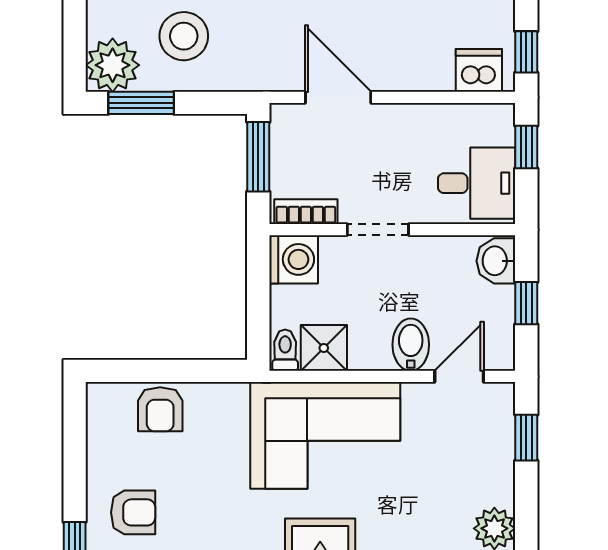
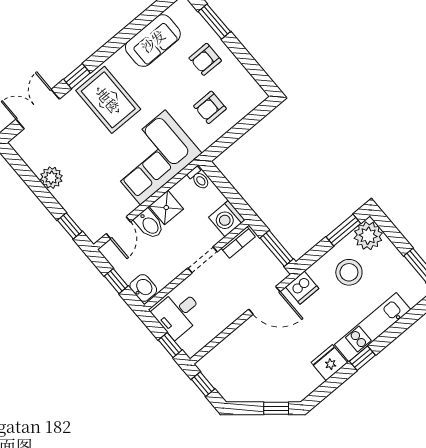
dishwasher: (479, 70) -> (302, 288), moved
shower: (324, 348) -> (166, 208), moved
armchair: (160, 409) -> (210, 107), moved, turned -90

